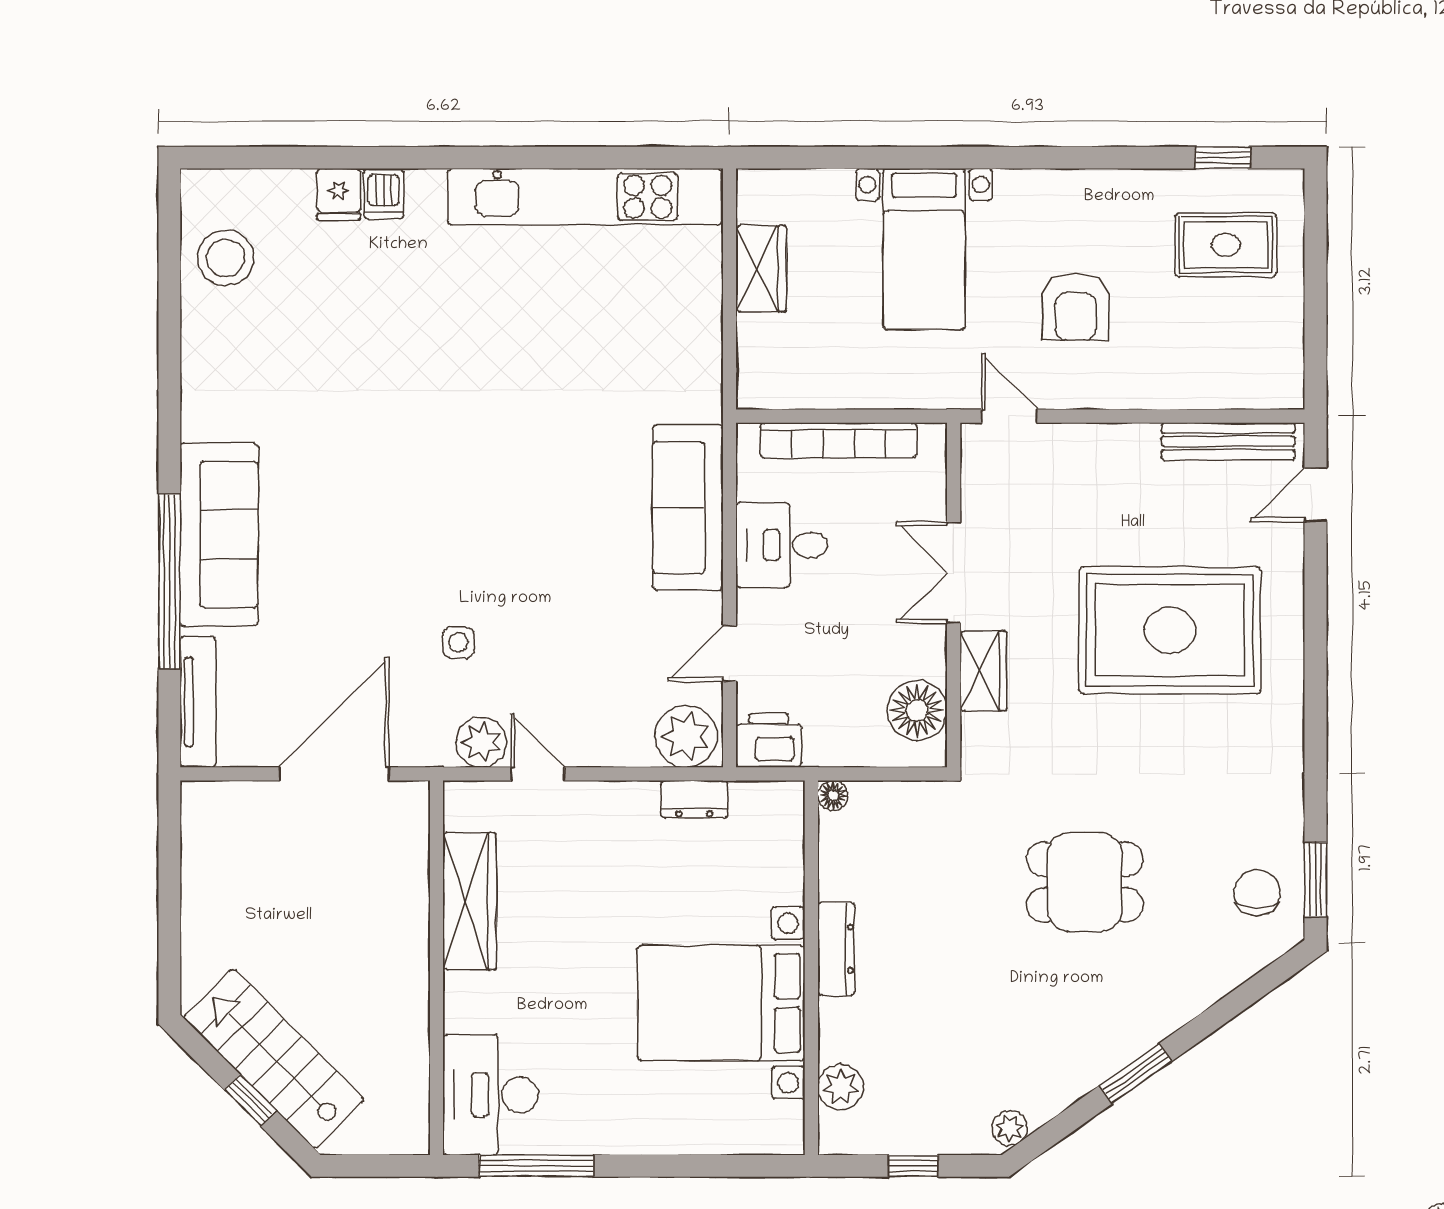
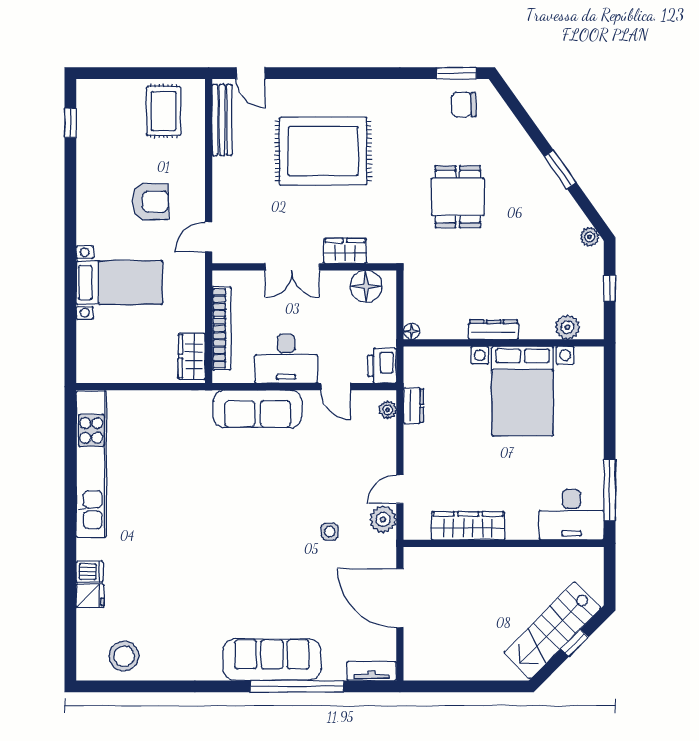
rug: (1226, 245) -> (164, 111), moved
wardrobe: (761, 269) -> (192, 356), moved, turned -90
desk: (782, 545) -> (286, 359), width x1.37
rug: (1170, 630) -> (323, 151), turned 90
tv unit: (198, 702) -> (372, 671), width x0.71
plant: (686, 736) -> (388, 410), width x0.53, depth x0.53

